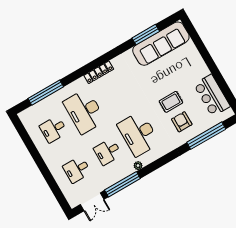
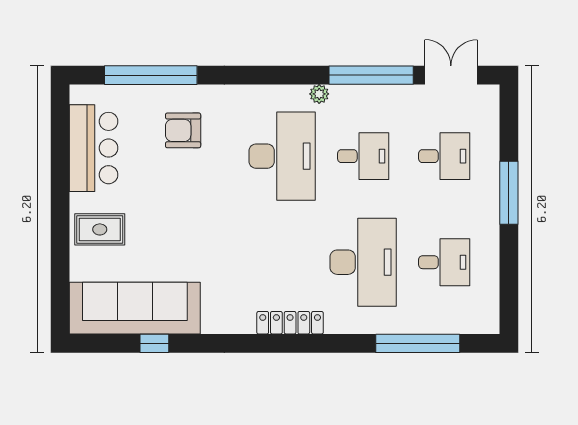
window: (146, 35) -> (154, 343), width x0.46
rug: (171, 102) -> (100, 229), moved
armchair: (182, 122) -> (183, 130), turned 90
window: (44, 170) -> (509, 193), added

